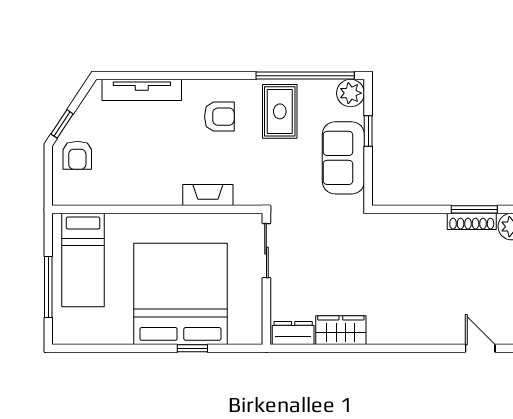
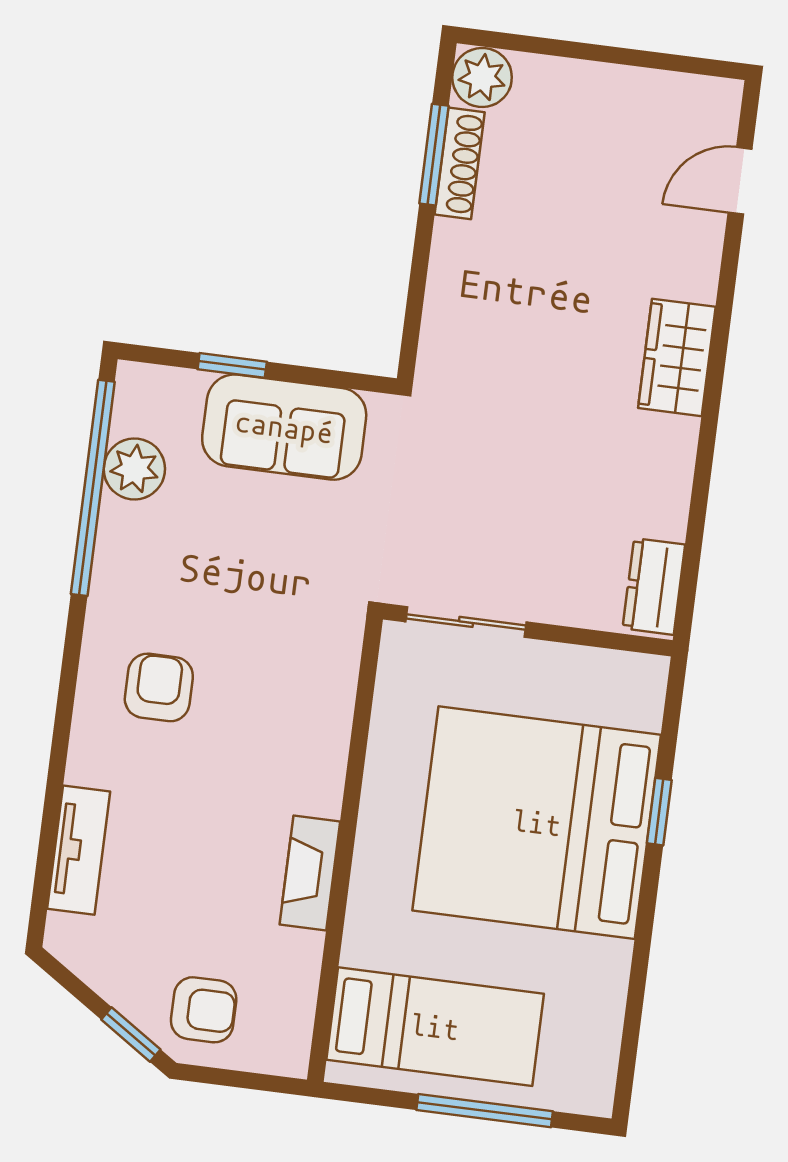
tv unit: (142, 90) -> (79, 850), width x0.71
plant: (351, 93) -> (134, 469), moved
rug: (280, 111) -> (164, 553), removed
fireplace: (208, 195) -> (310, 873), moved
wardrobe: (341, 330) -> (677, 357), moved

